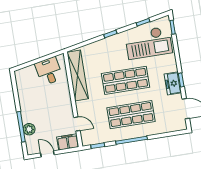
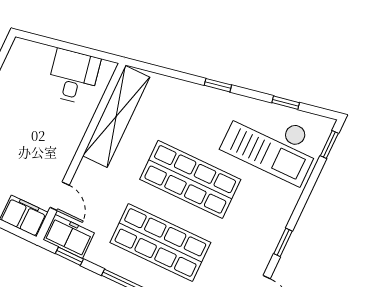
freezer: (173, 83) -> (69, 236), moved, turned 90

